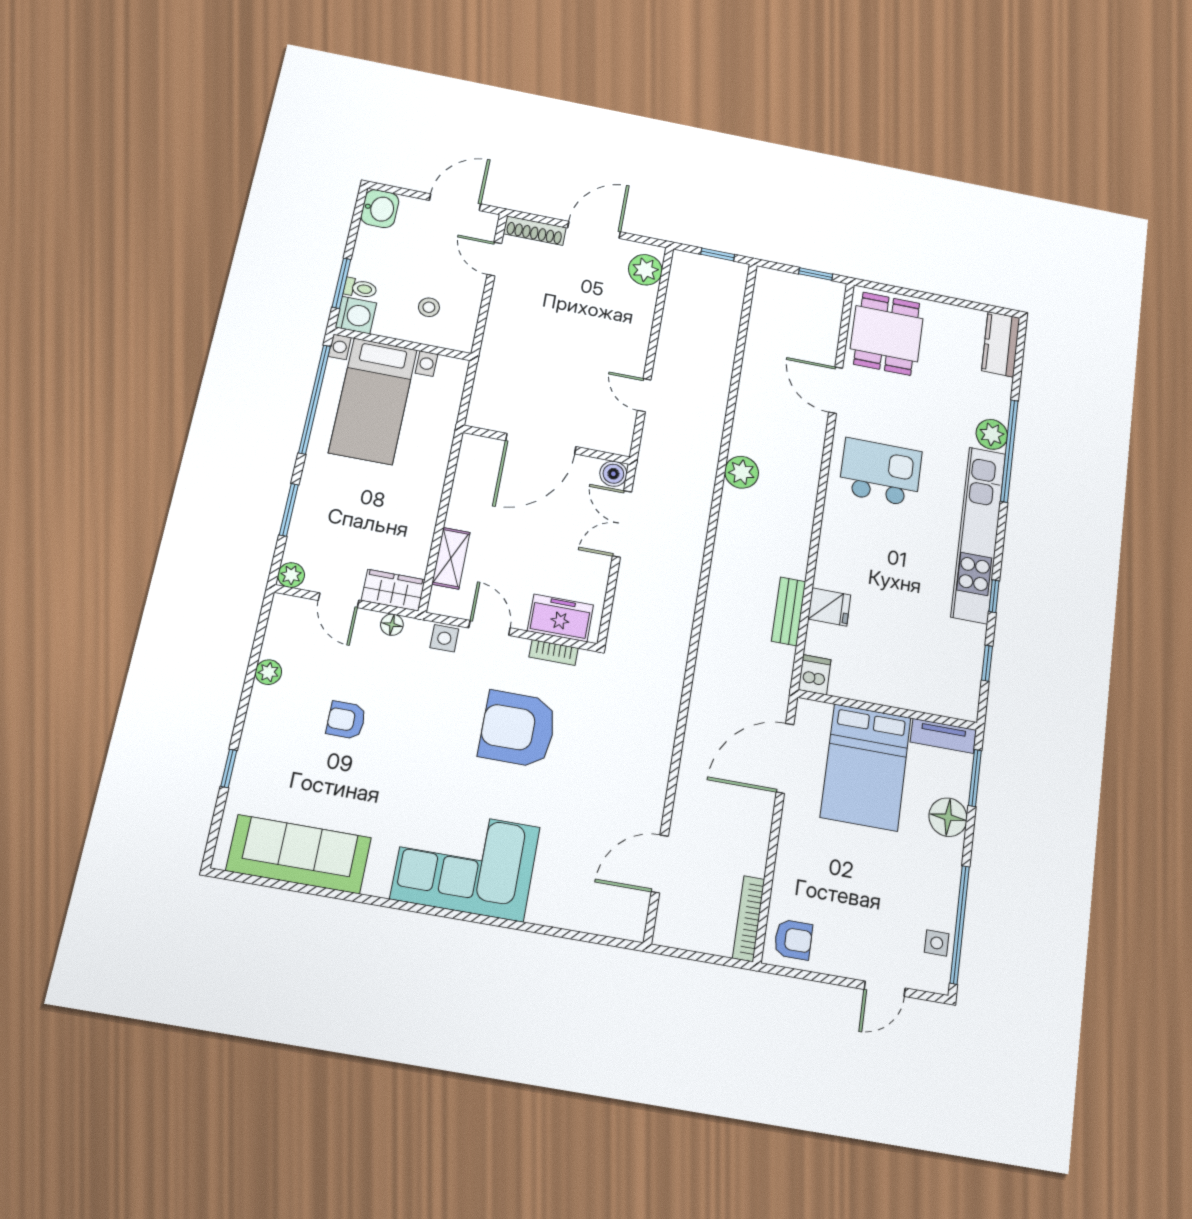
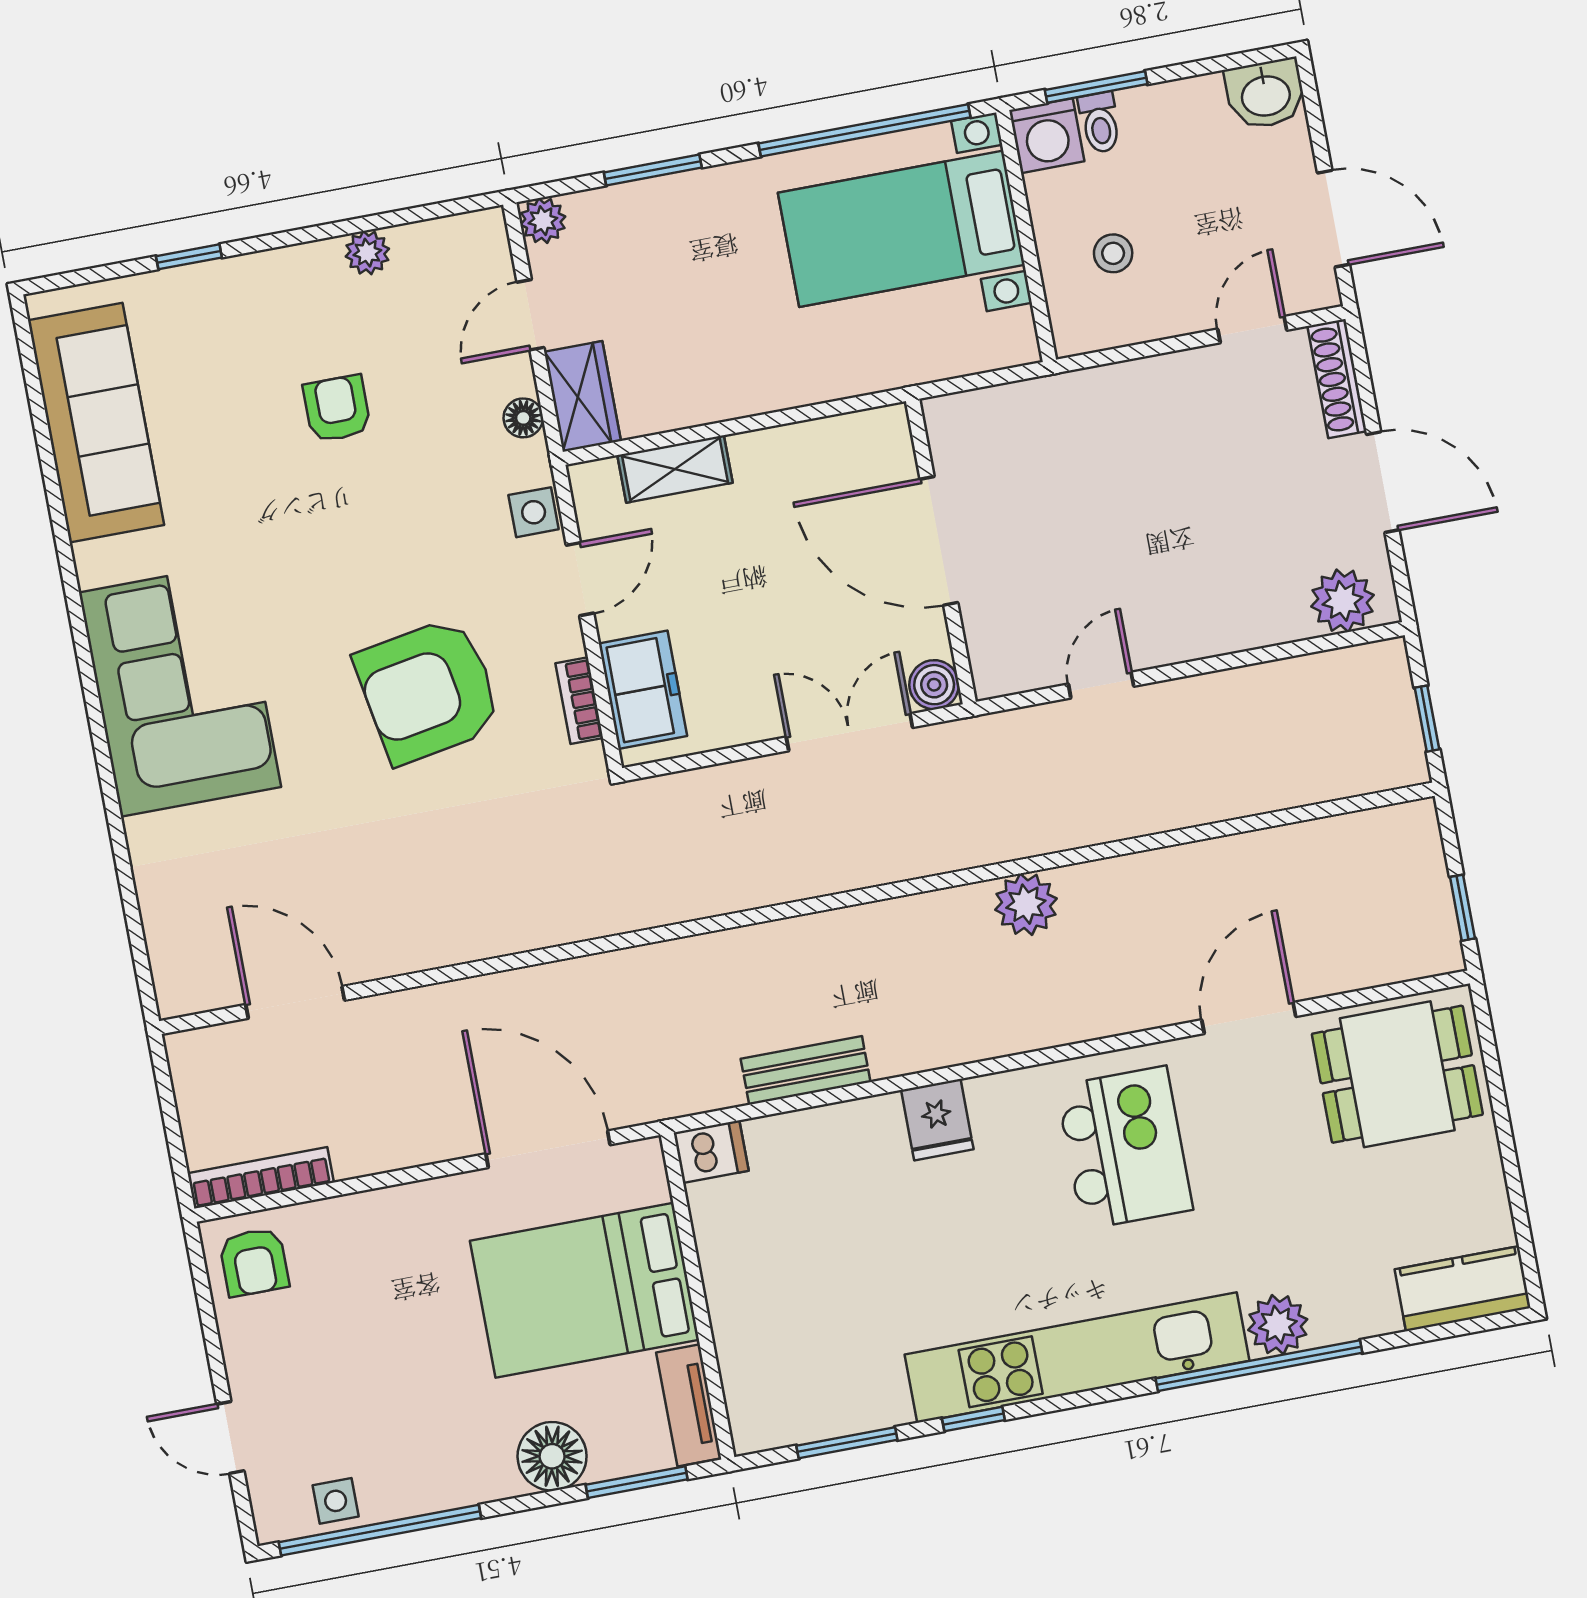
fridge: (829, 607) -> (937, 1120), moved
window: (987, 663) -> (847, 1443), width x1.50
armchair: (518, 729) -> (428, 690), turned -100

